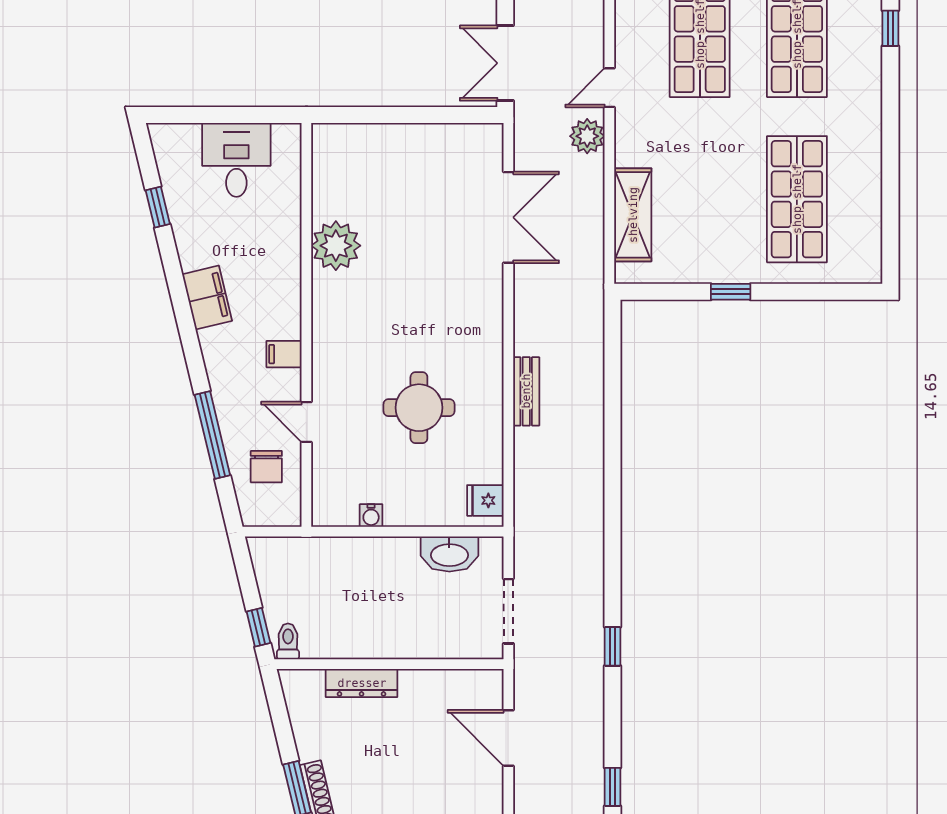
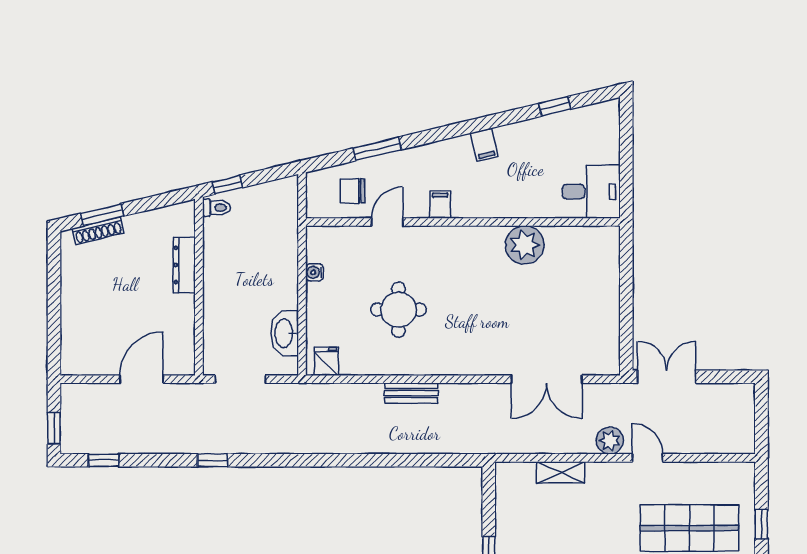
desk: (236, 160) -> (591, 192), moved
shelving: (633, 215) -> (561, 472), width x0.67, depth x0.75
filing cabinet: (207, 298) -> (484, 145), width x0.50
window: (212, 435) -> (377, 149), width x0.69

